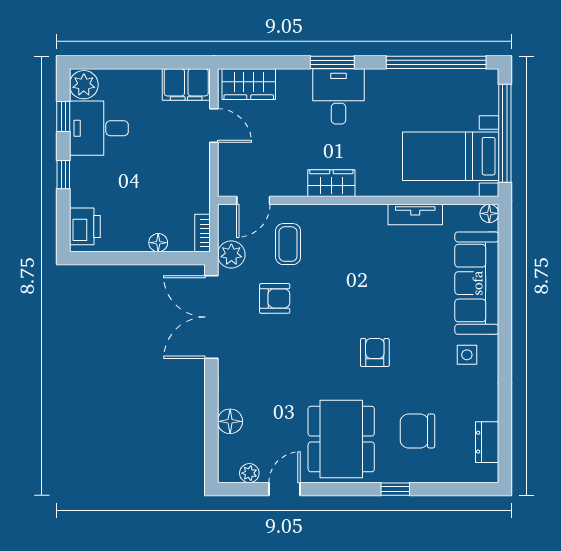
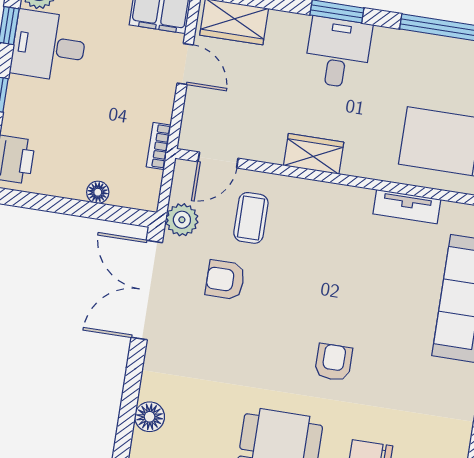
bookcase: (202, 233) -> (159, 146), moved
armchair: (275, 298) -> (225, 280), turned 180
side table: (467, 355) -> (442, 382), removed

